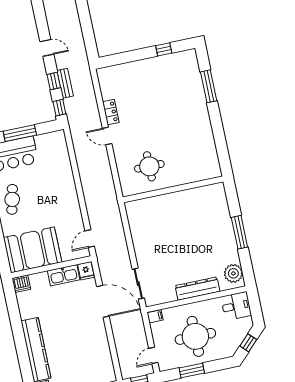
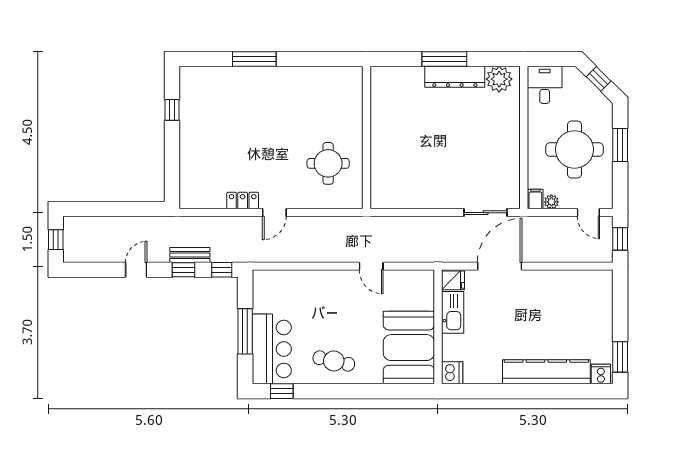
window: (209, 86) -> (254, 59), moved
door: (90, 239) -> (371, 266), moved
dresser: (197, 289) -> (455, 77), moved, turned -90
plant: (155, 328) -> (551, 202), added
window: (192, 370) -> (620, 145), moved

